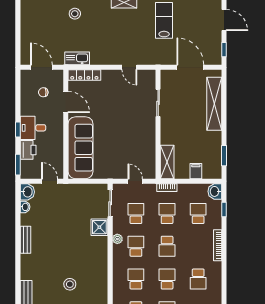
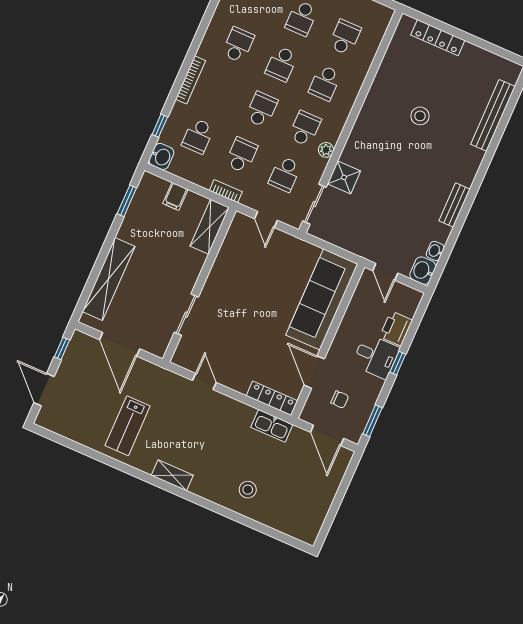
window: (18, 165) -> (373, 421), moved
school desk: (167, 213) -> (241, 155), turned 180
school desk: (136, 246) -> (305, 128), turned 180

